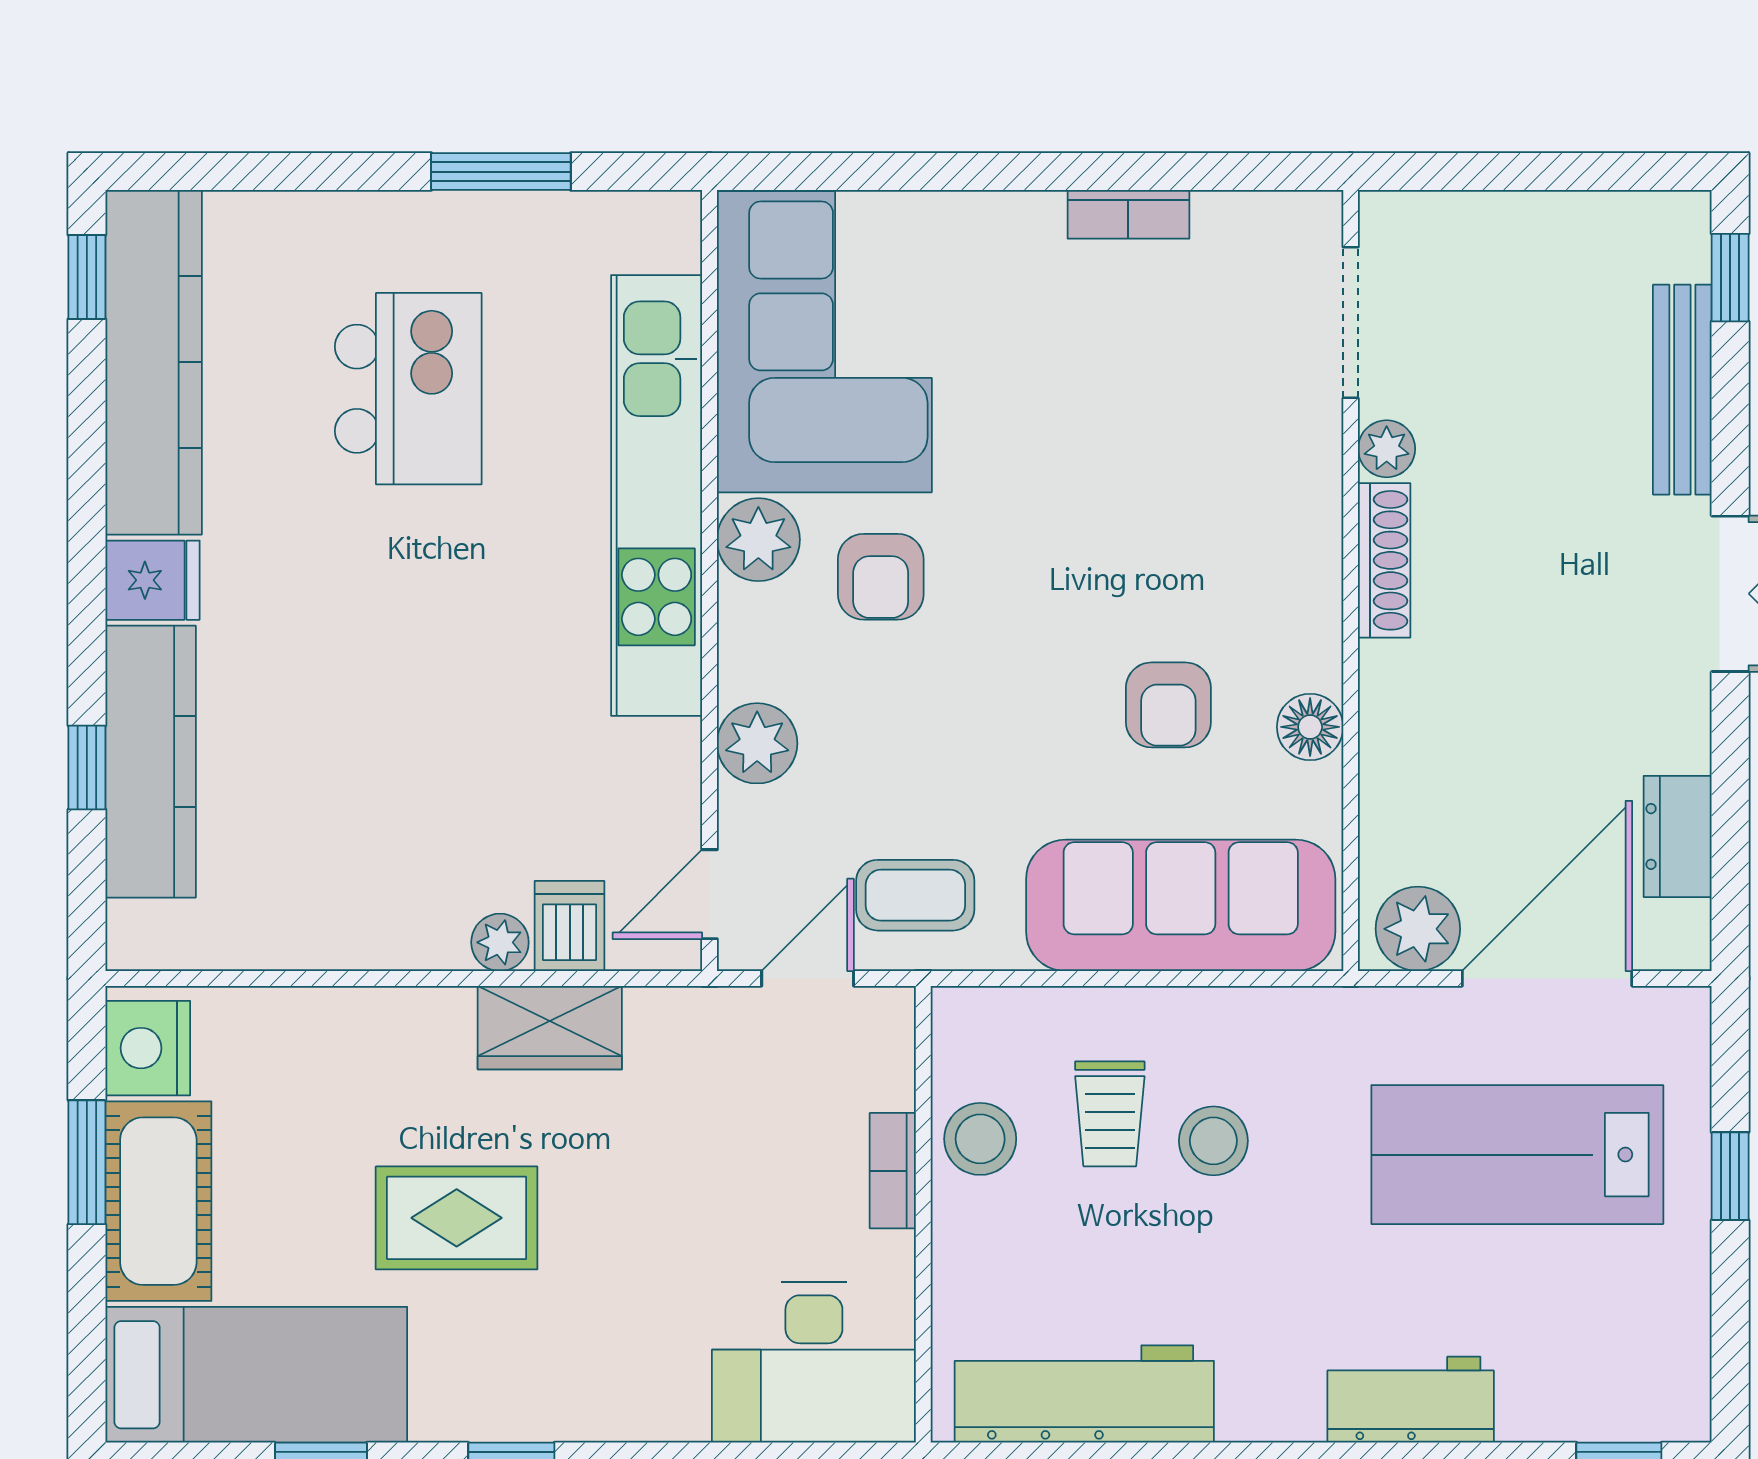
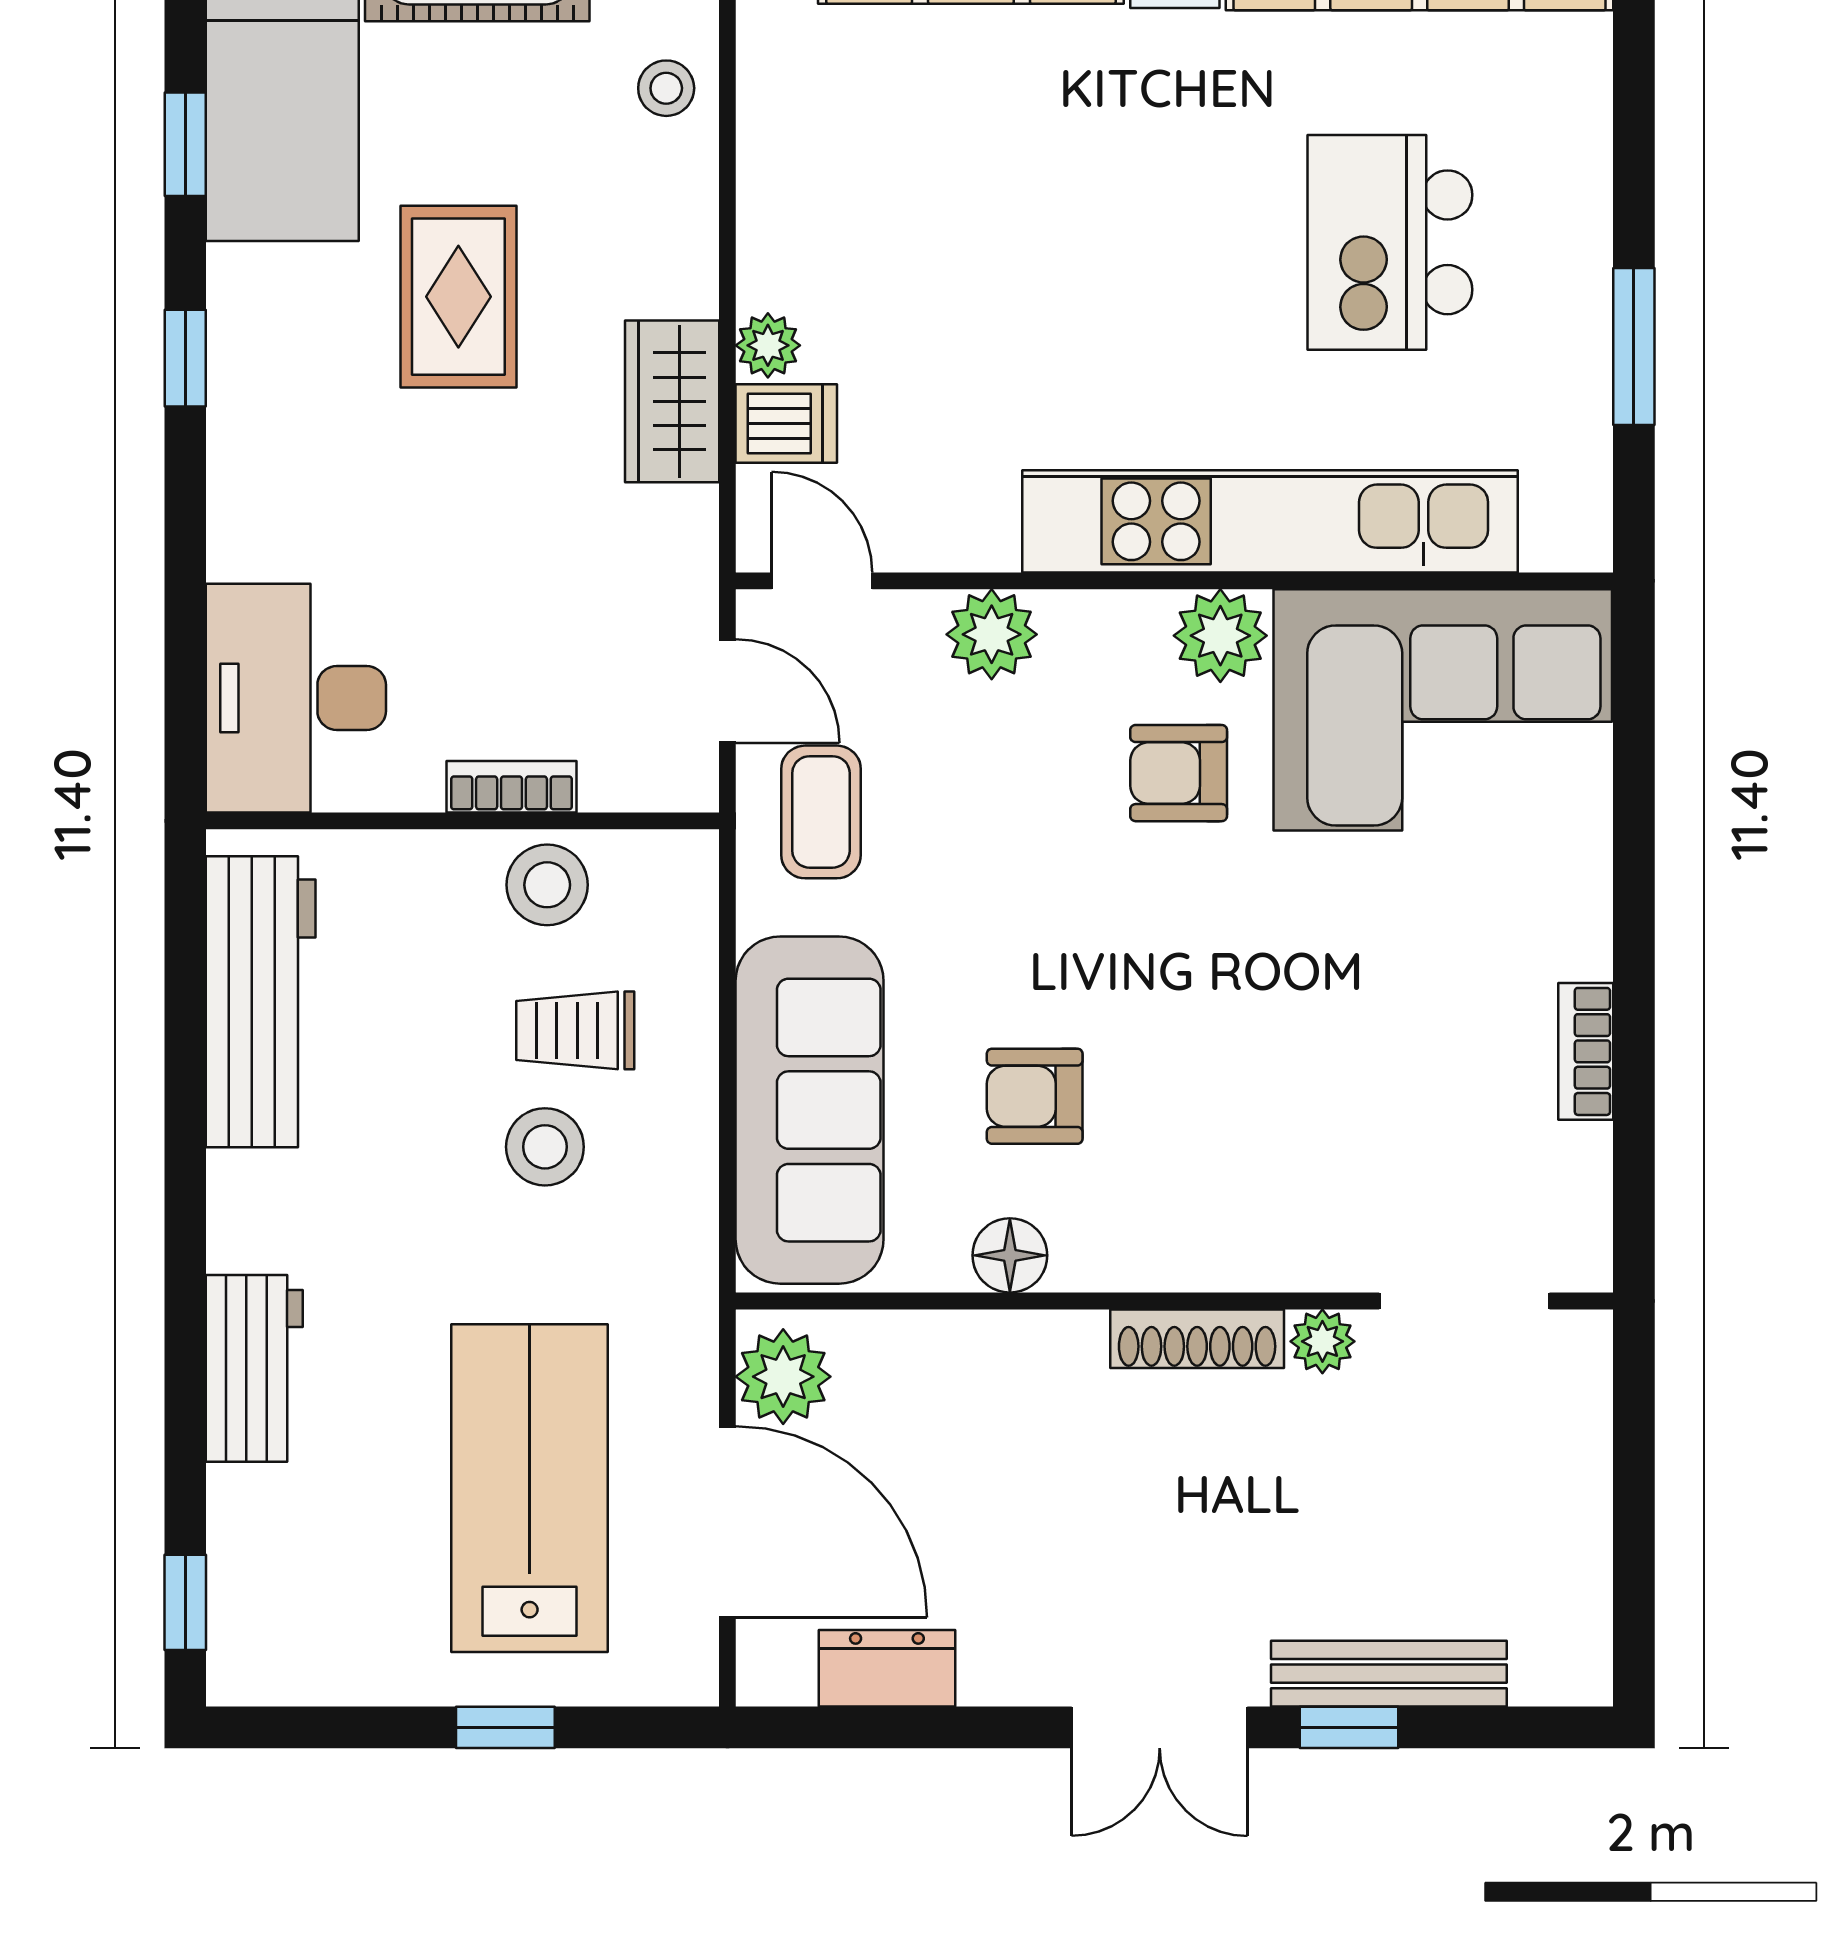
window: (1730, 278) -> (1349, 1727), moved
kitchen island: (408, 389) -> (1390, 242), turned 90
stool: (271, 1033) -> (666, 88), added

